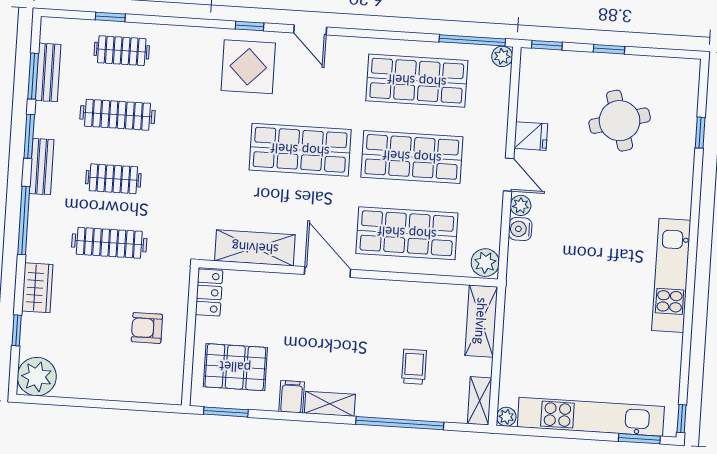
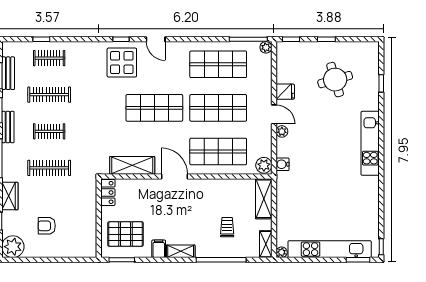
water cooler: (520, 229) -> (283, 164), moved
kitchen unit: (671, 275) -> (370, 143), moved
armchair: (147, 328) -> (47, 226), moved

